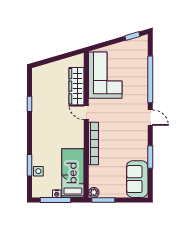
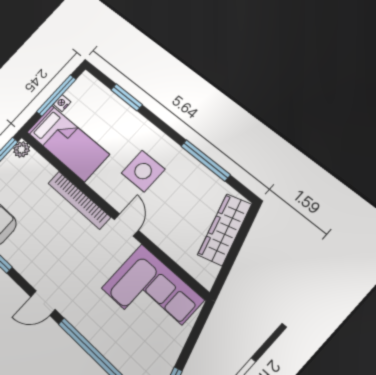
wardrobe: (77, 86) -> (225, 230), moved, turned -106
window: (29, 104) -> (205, 160), width x2.17
door: (86, 112) -> (126, 225), hinge flipped
side table: (38, 171) -> (143, 171), moved, width x1.87, depth x1.87

